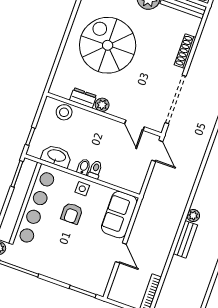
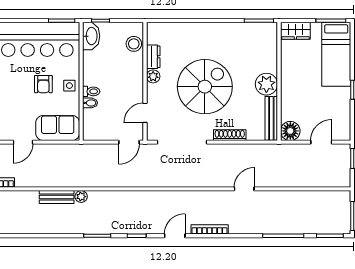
spiral stairs: (108, 45) -> (205, 87), moved
washbasin: (56, 156) -> (91, 36), moved
bidet: (84, 167) -> (90, 103), moved
armchair: (72, 213) -> (43, 84), turned -90

